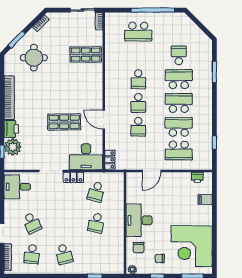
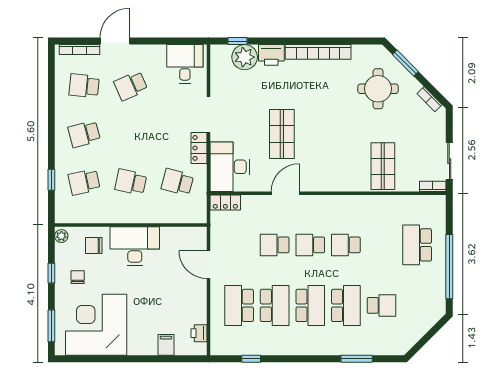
school desk: (96, 254) -> (84, 182), added

